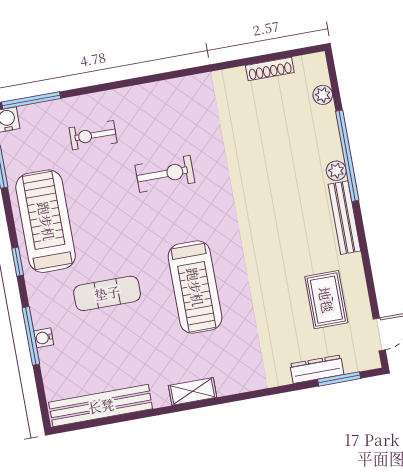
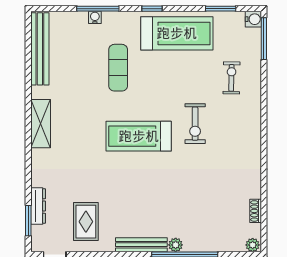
shoe rack: (270, 69) -> (256, 211), width x0.70
plant: (323, 95) -> (253, 245), moved
treadmill: (195, 287) -> (139, 136), moved
rug: (326, 300) -> (86, 222), turned 90
shelving: (193, 391) -> (41, 124), width x1.50, depth x1.33

